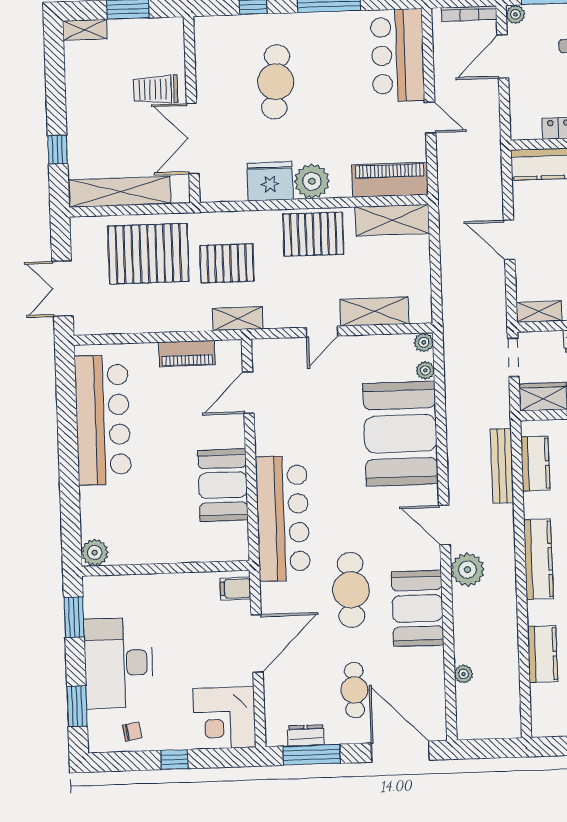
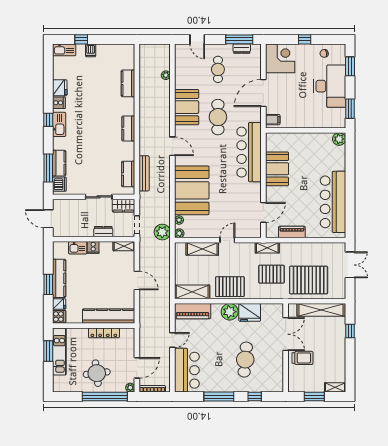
door: (430, 118) -> (172, 340), swing flipped
kitchen counter: (538, 559) -> (128, 128), width x0.67
plant: (467, 570) -> (162, 232), moved
door: (400, 752) -> (197, 39), width x0.53

